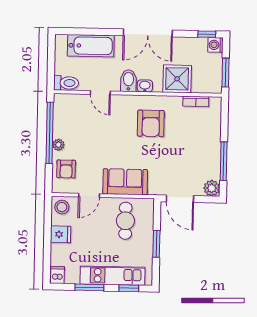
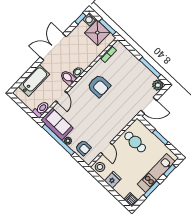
double door: (148, 33) -> (53, 47), swing flipped
shower: (177, 79) -> (97, 33), moved
door: (100, 93) -> (61, 97), hinge flipped
sofa: (125, 182) -> (57, 124), moved, turned 90

